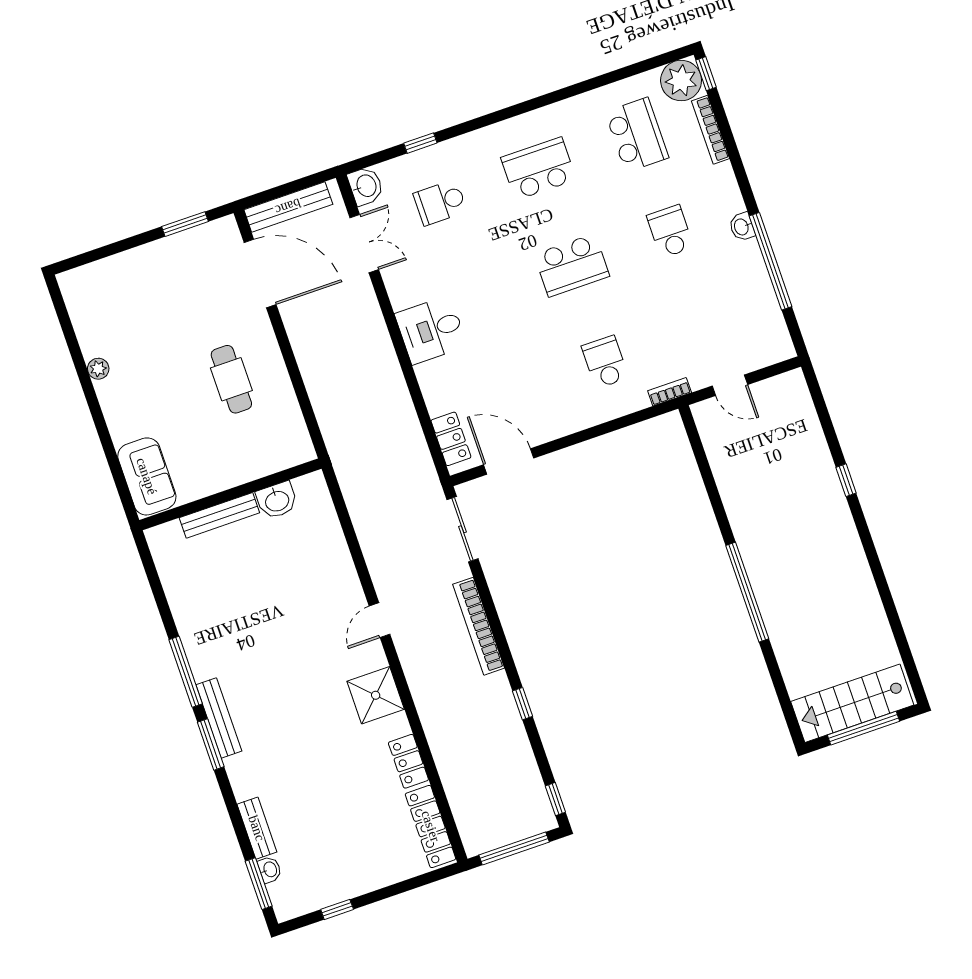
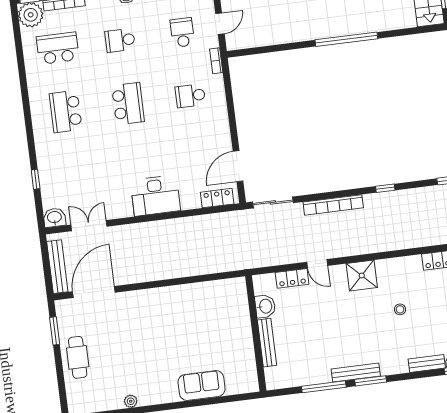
school desk: (440, 202) -> (182, 32), moved, turned 180
desk: (431, 330) -> (155, 196), width x1.37
cafe table: (231, 379) -> (78, 357), moved, turned 90
wall: (230, 494) -> (256, 333), moved
washbasin: (277, 500) -> (265, 306), moved
bench: (219, 515) -> (267, 343), moved
locker: (408, 761) -> (292, 278), moved
stool: (334, 768) -> (400, 309), added

